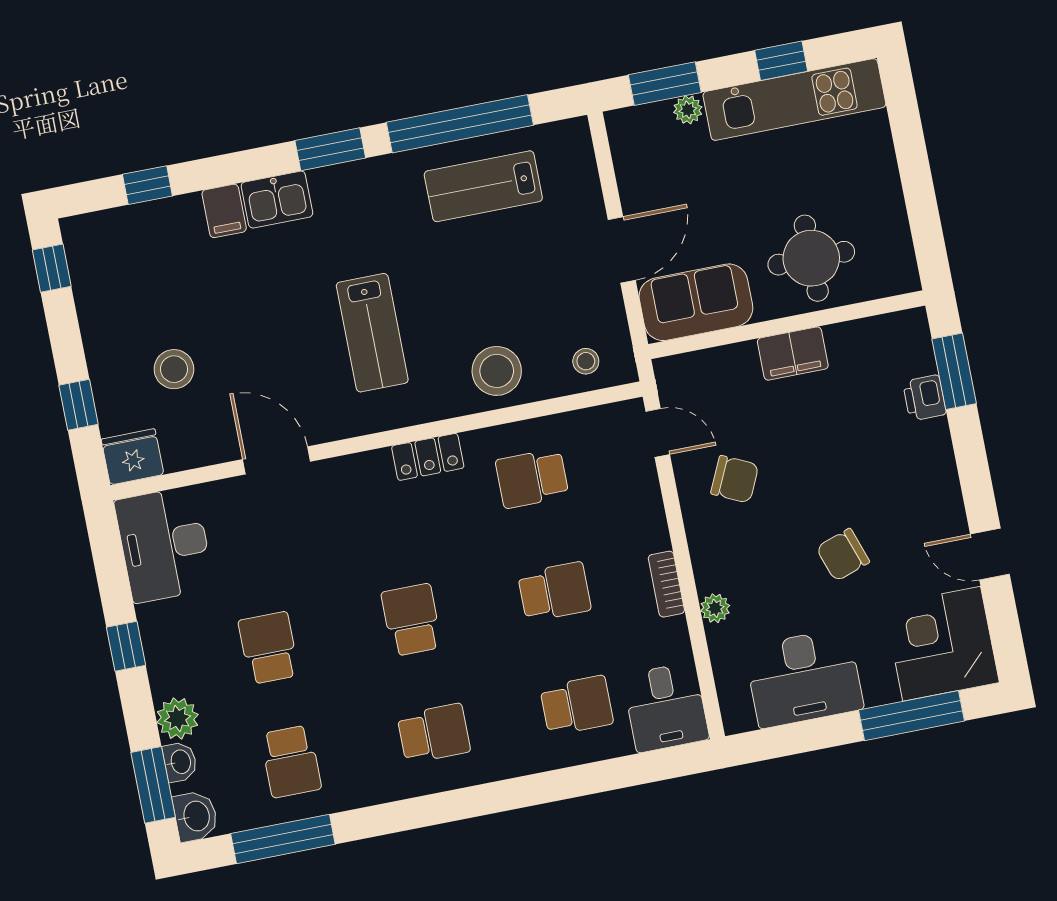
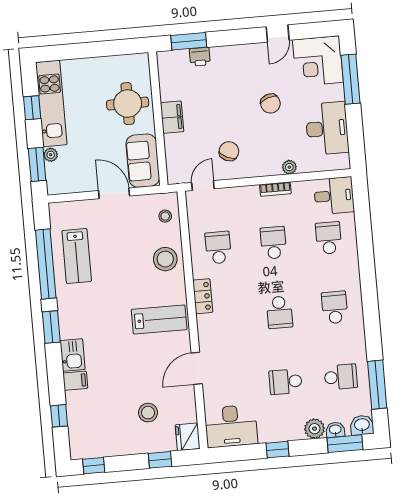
lab bench: (372, 333) -> (159, 319), moved
school desk: (532, 478) -> (218, 248), turned 180
school desk: (412, 620) -> (279, 312), turned -90

